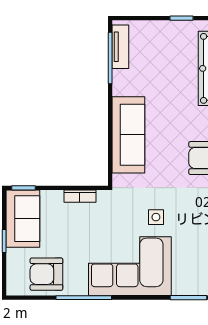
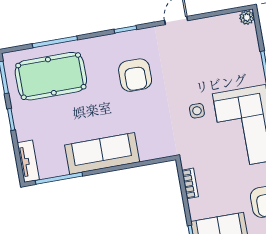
tv unit: (120, 47) -> (28, 161), moved, turned 90
sofa: (128, 135) -> (102, 153), moved

